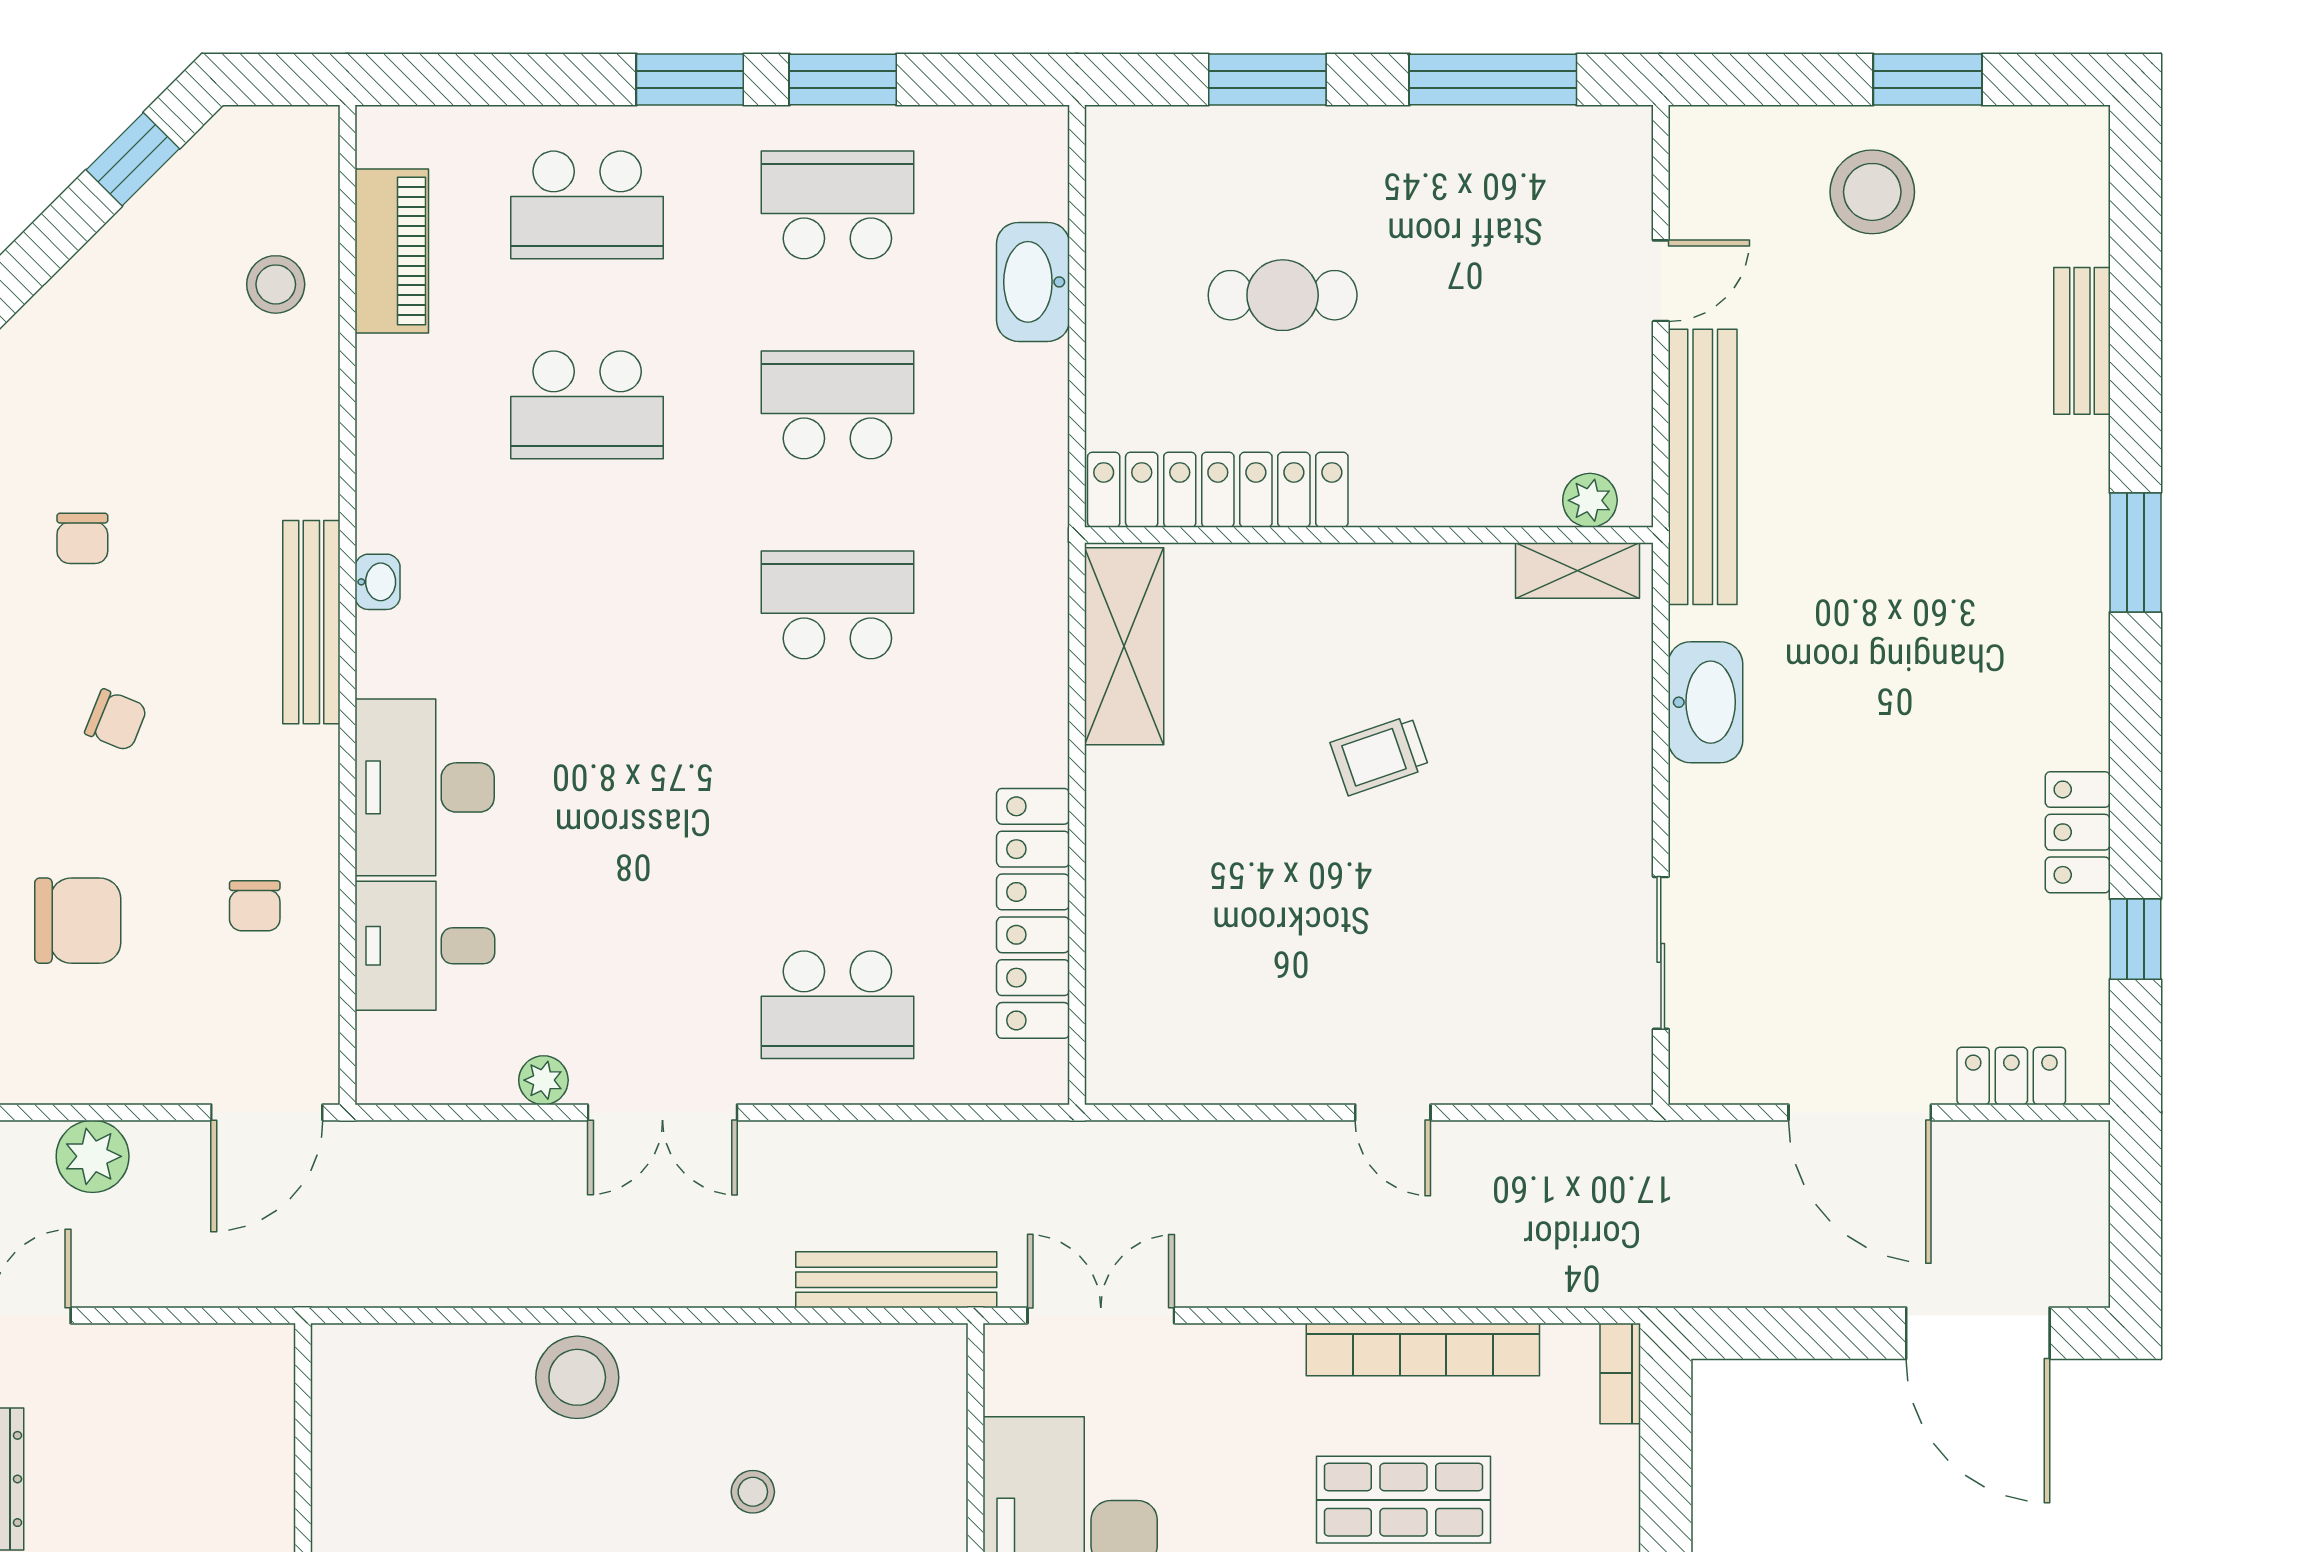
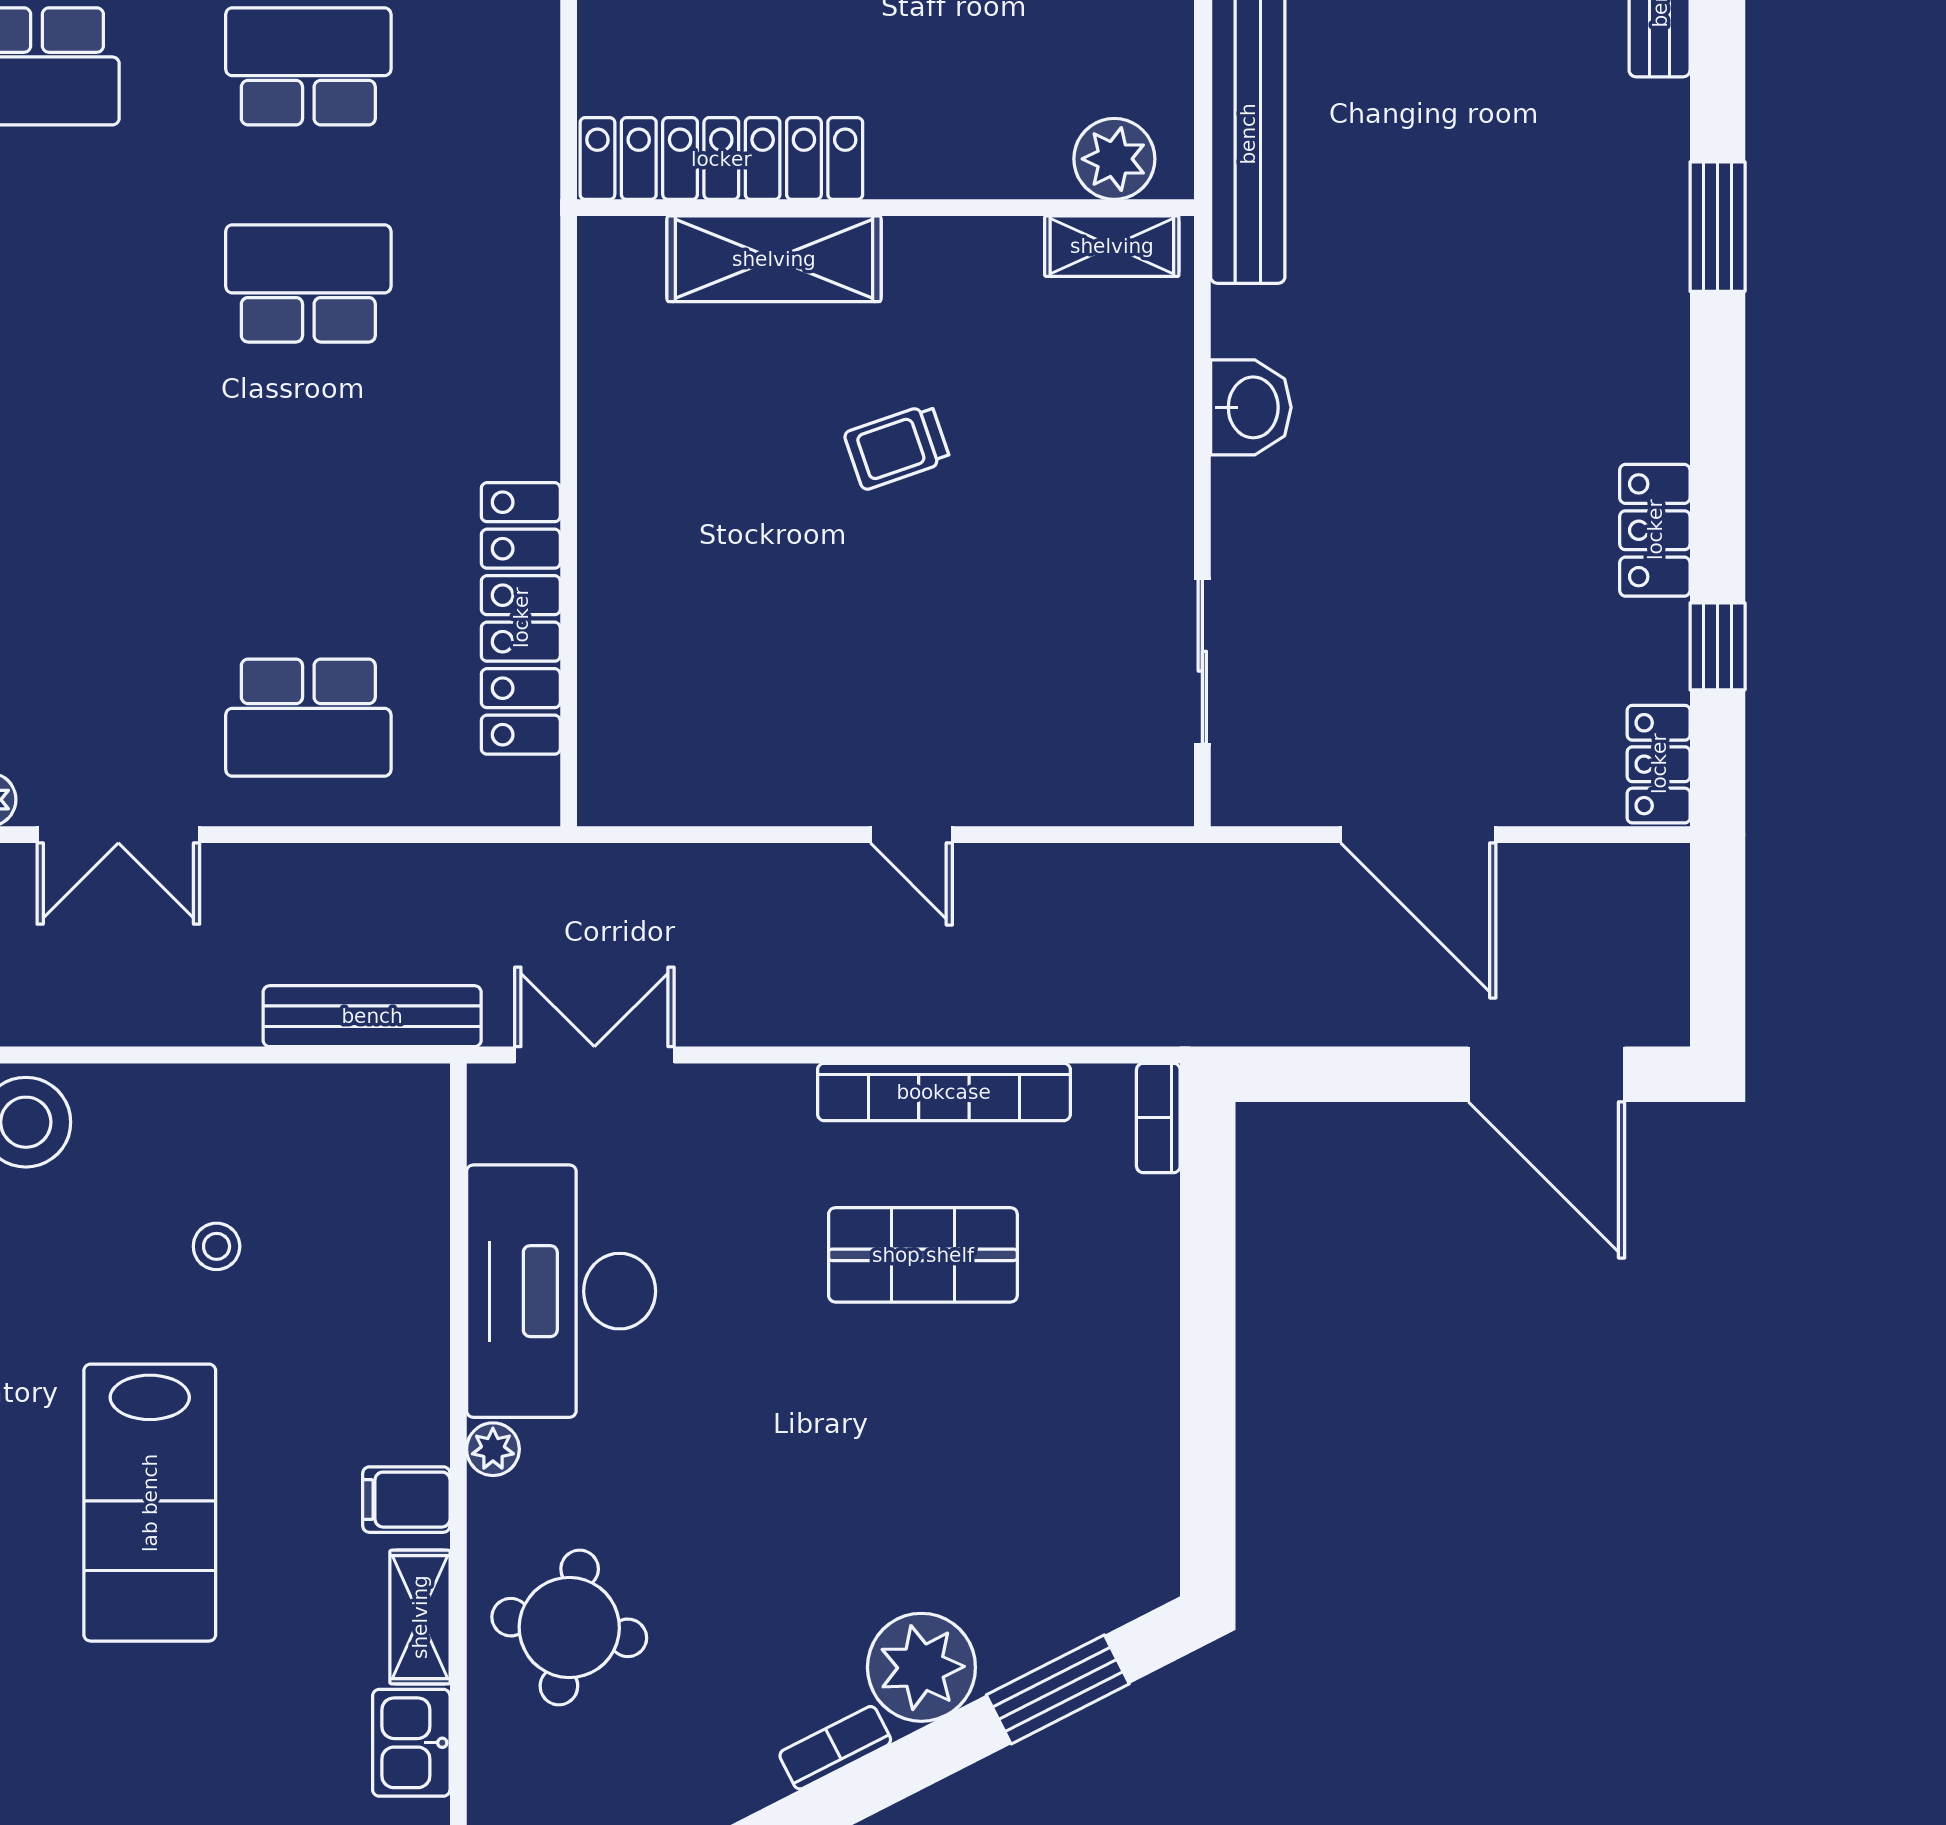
plant: (1590, 500) -> (1114, 159), width x1.38, depth x1.38
shelving: (1124, 646) -> (774, 259), moved, turned 90
washbasin: (1705, 702) -> (1251, 407), width x0.72
locker: (2011, 1076) -> (1659, 764), moved, turned -90

